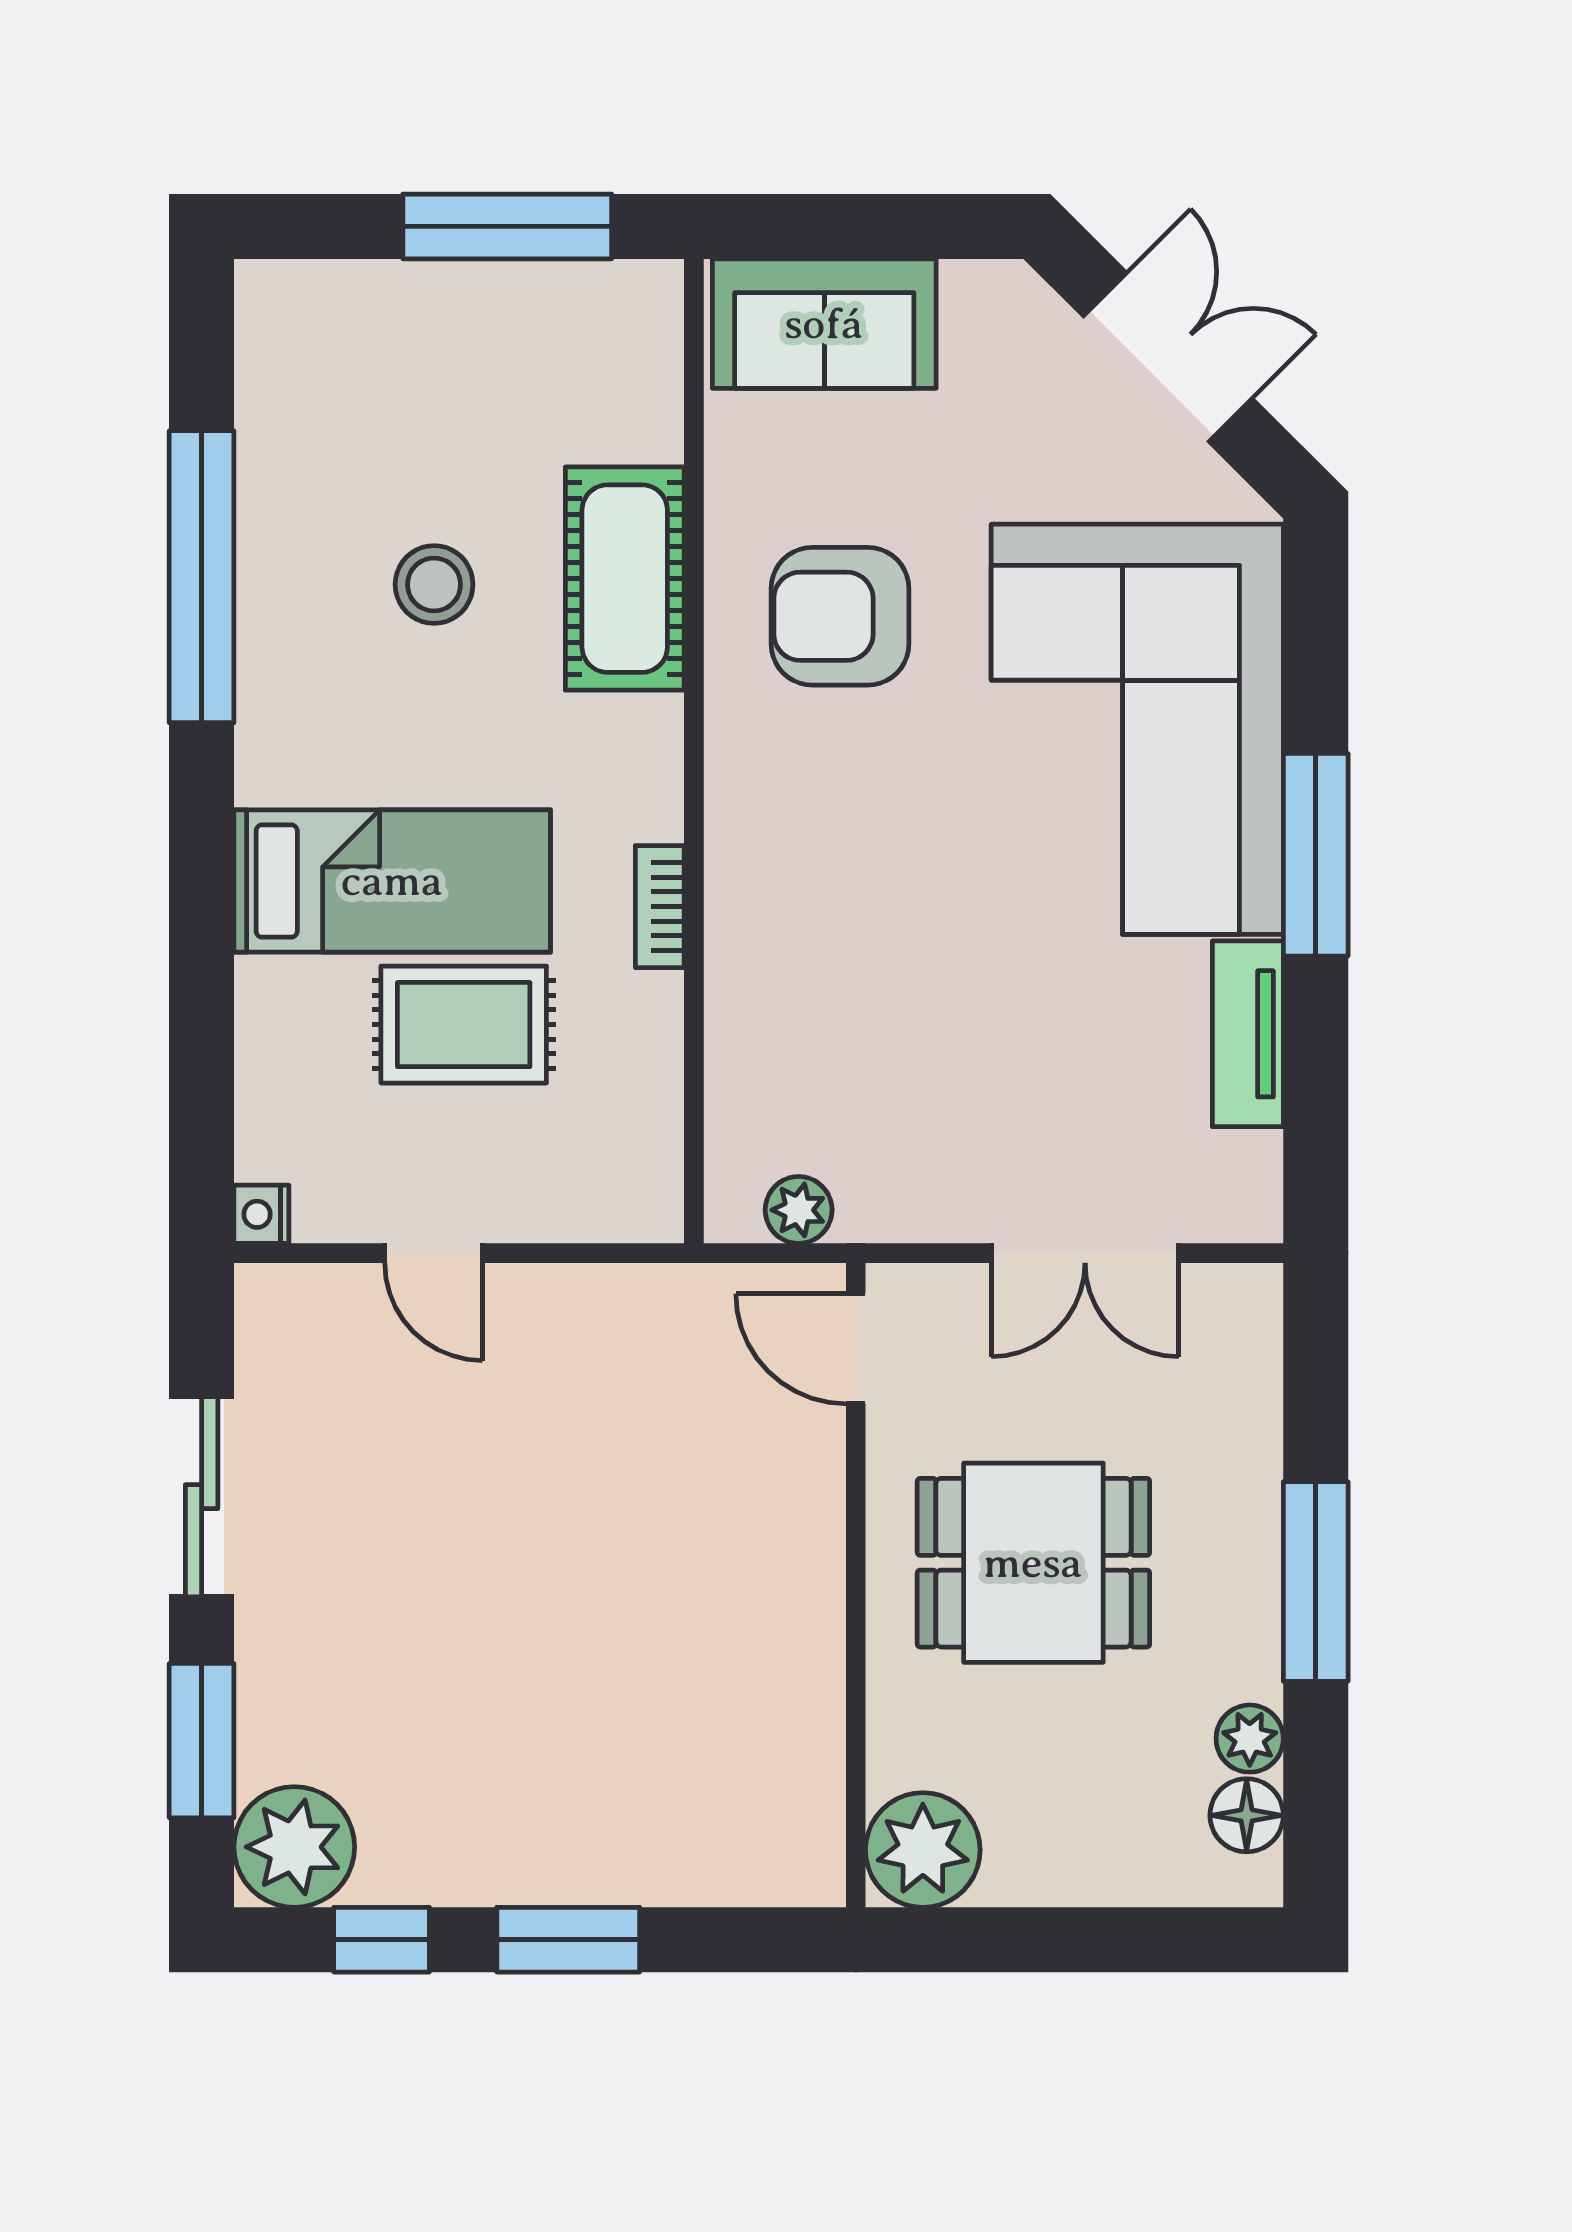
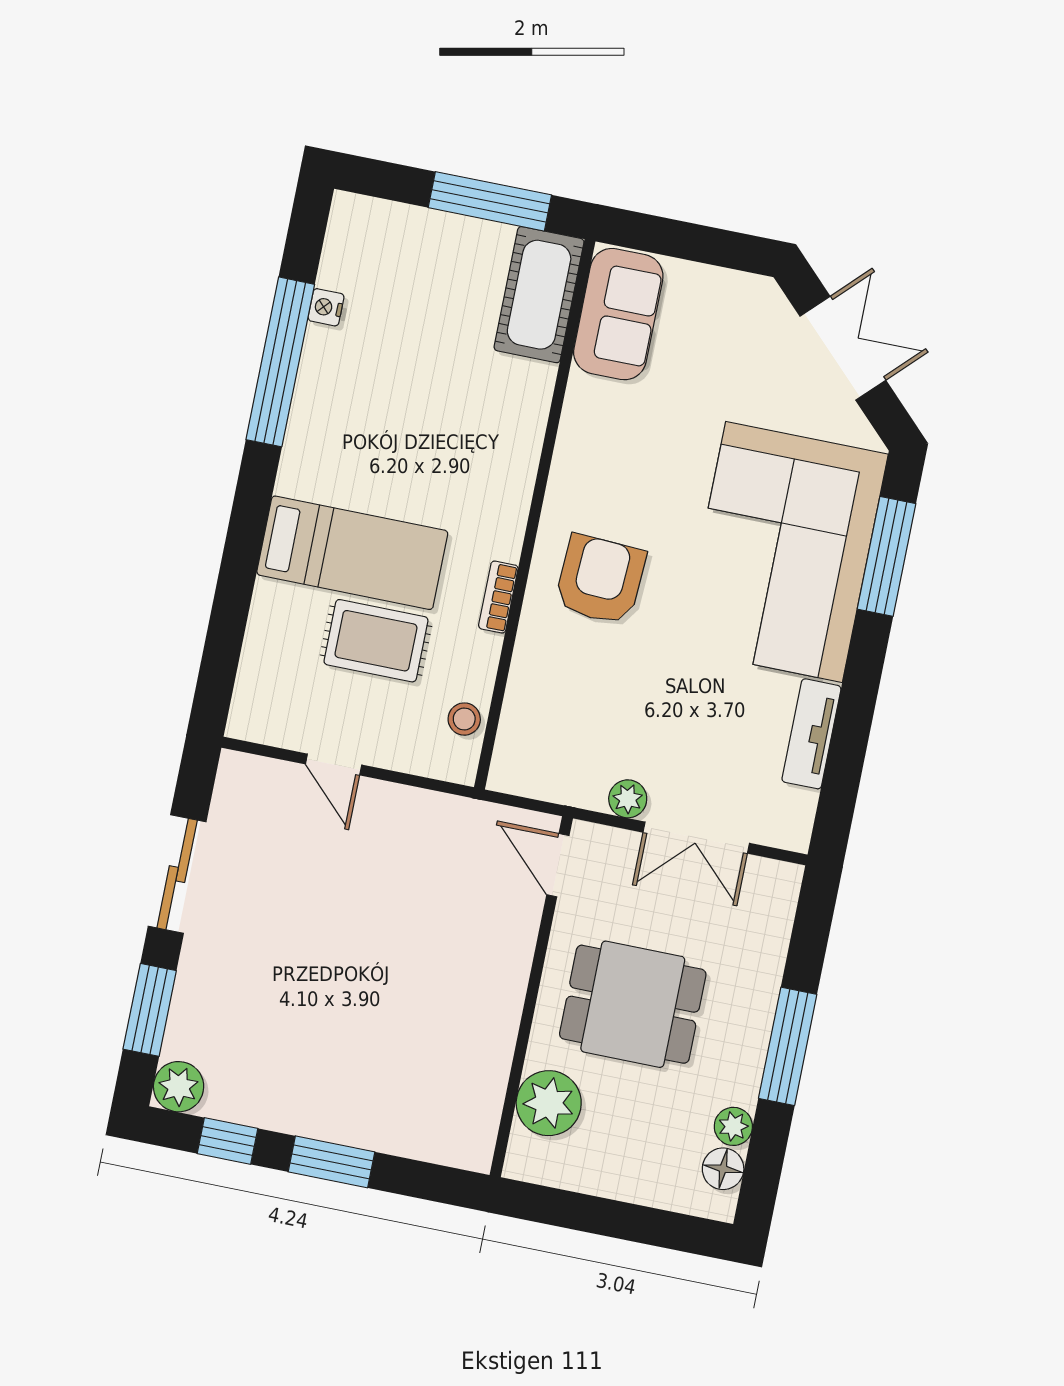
sofa: (824, 324) -> (618, 314), moved, turned -90
cot: (625, 579) -> (539, 295), moved
stool: (434, 584) -> (464, 719), moved, width x0.73, depth x0.73
armchair: (840, 616) -> (600, 580), moved, turned 93
window: (1316, 855) -> (887, 556), moved
plant: (799, 1210) -> (628, 799), moved
nightstand: (261, 1214) -> (326, 307), moved
plant: (294, 1847) -> (179, 1087), width x0.73, depth x0.73
plant: (923, 1850) -> (549, 1103), moved

